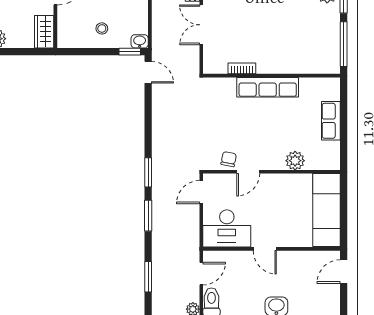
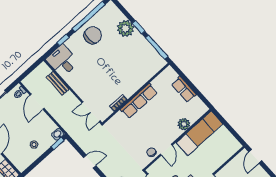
double door: (201, 25) -> (91, 112), moved
door: (148, 72) -> (90, 162), moved
exam couch: (327, 210) -> (199, 133), moved, turned -90

